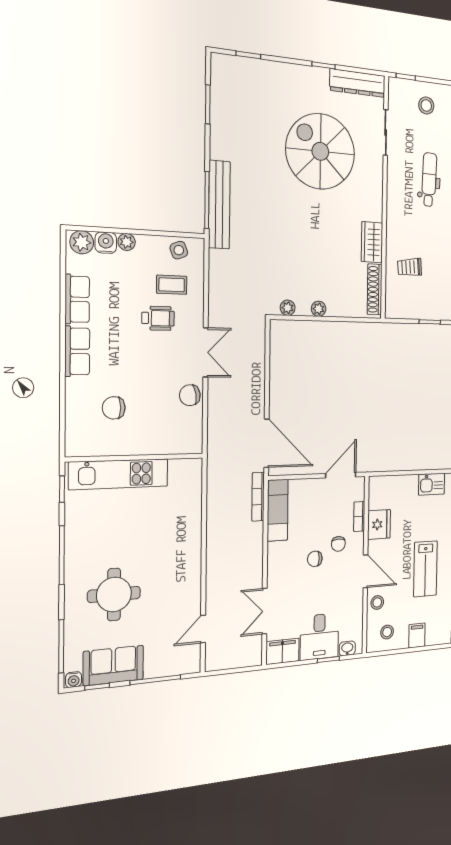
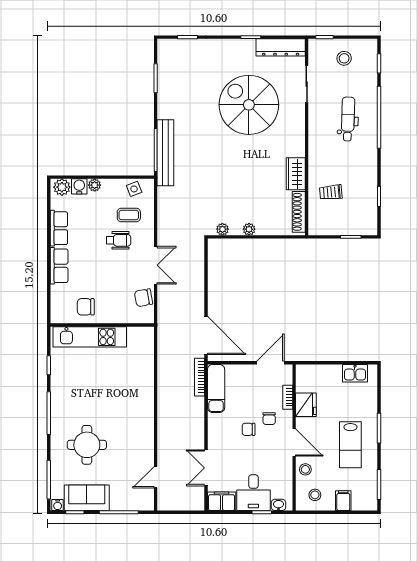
wall: (135, 458) -> (102, 325), moved
kitchen unit: (119, 474) -> (90, 337), moved

